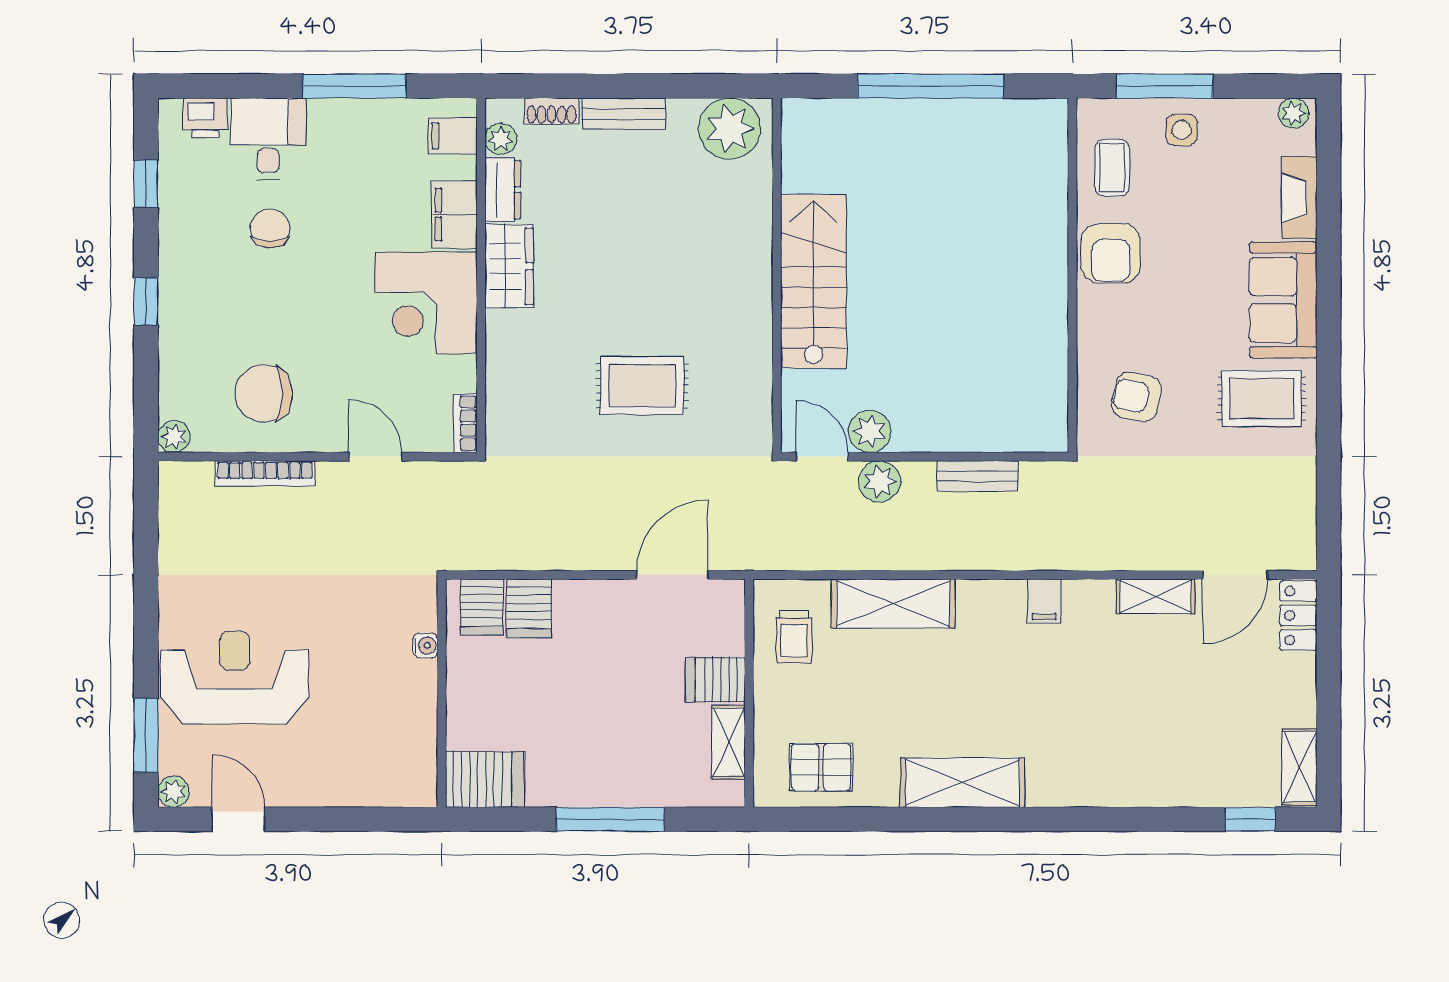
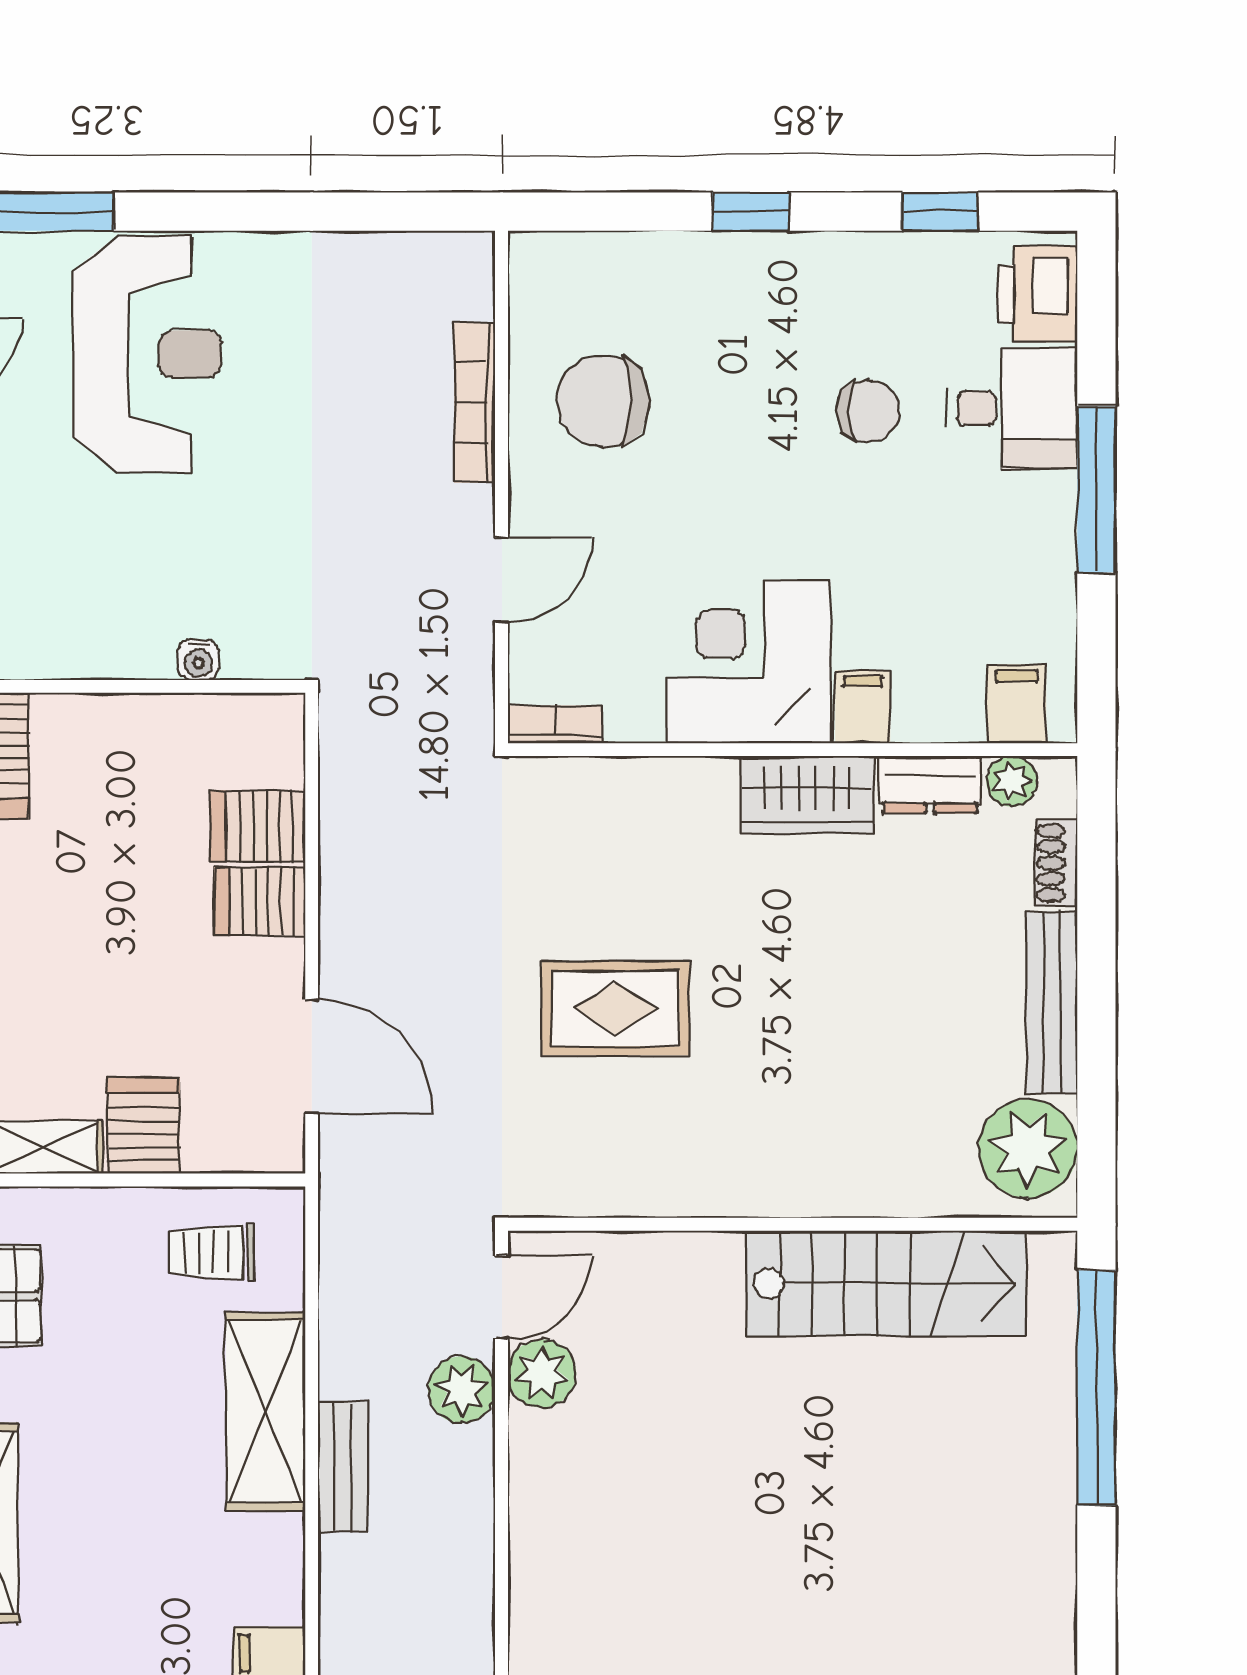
window: (354, 86) -> (1096, 489), moved
window: (931, 86) -> (1096, 1388), moved
bench: (624, 114) -> (1052, 1003), width x1.36
printer: (205, 118) -> (1038, 294), width x1.36, depth x1.24
filing cabinet: (454, 215) -> (863, 707), width x0.50
stairs: (814, 281) -> (886, 1283), moved
rug: (642, 386) -> (616, 1008), turned 90
chair: (264, 394) -> (603, 401), turned -90
plant: (174, 437) -> (534, 257), removed
bench: (977, 476) -> (343, 1467), moved
server rack: (482, 607) -> (260, 901), moved

